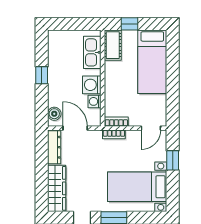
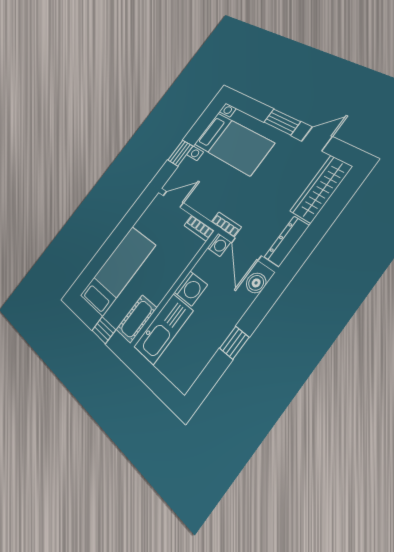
kitchen sink: (92, 52) -> (163, 329), width x1.36, depth x1.24
washing machine: (94, 101) -> (219, 245), moved
bookcase: (114, 134) -> (226, 224), moved

